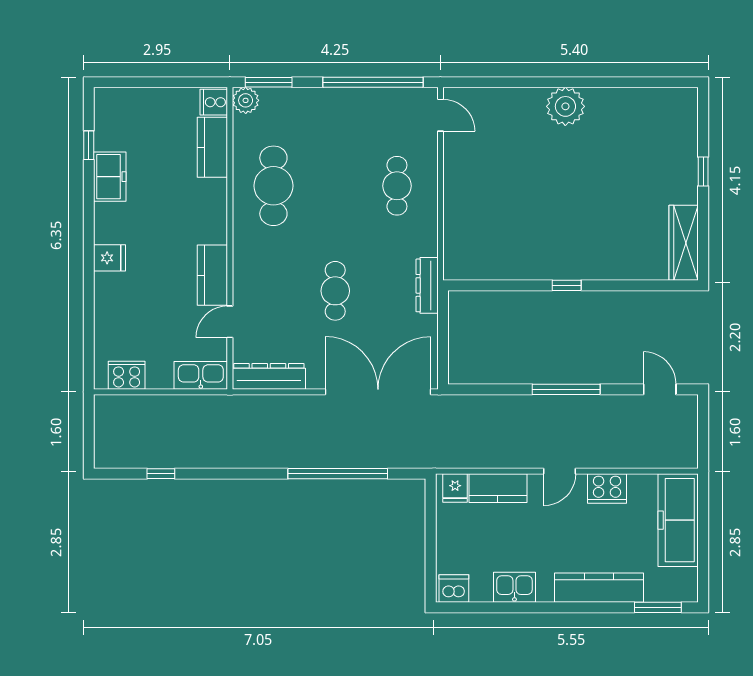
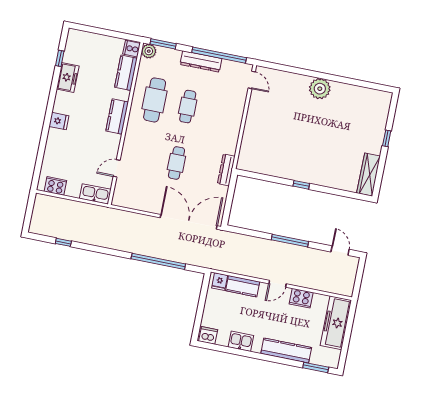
cafe table: (397, 186) -> (188, 107), moved
kitchen counter: (212, 275) -> (117, 117), moved
dresser: (269, 376) -> (201, 61), moved, turned 180

